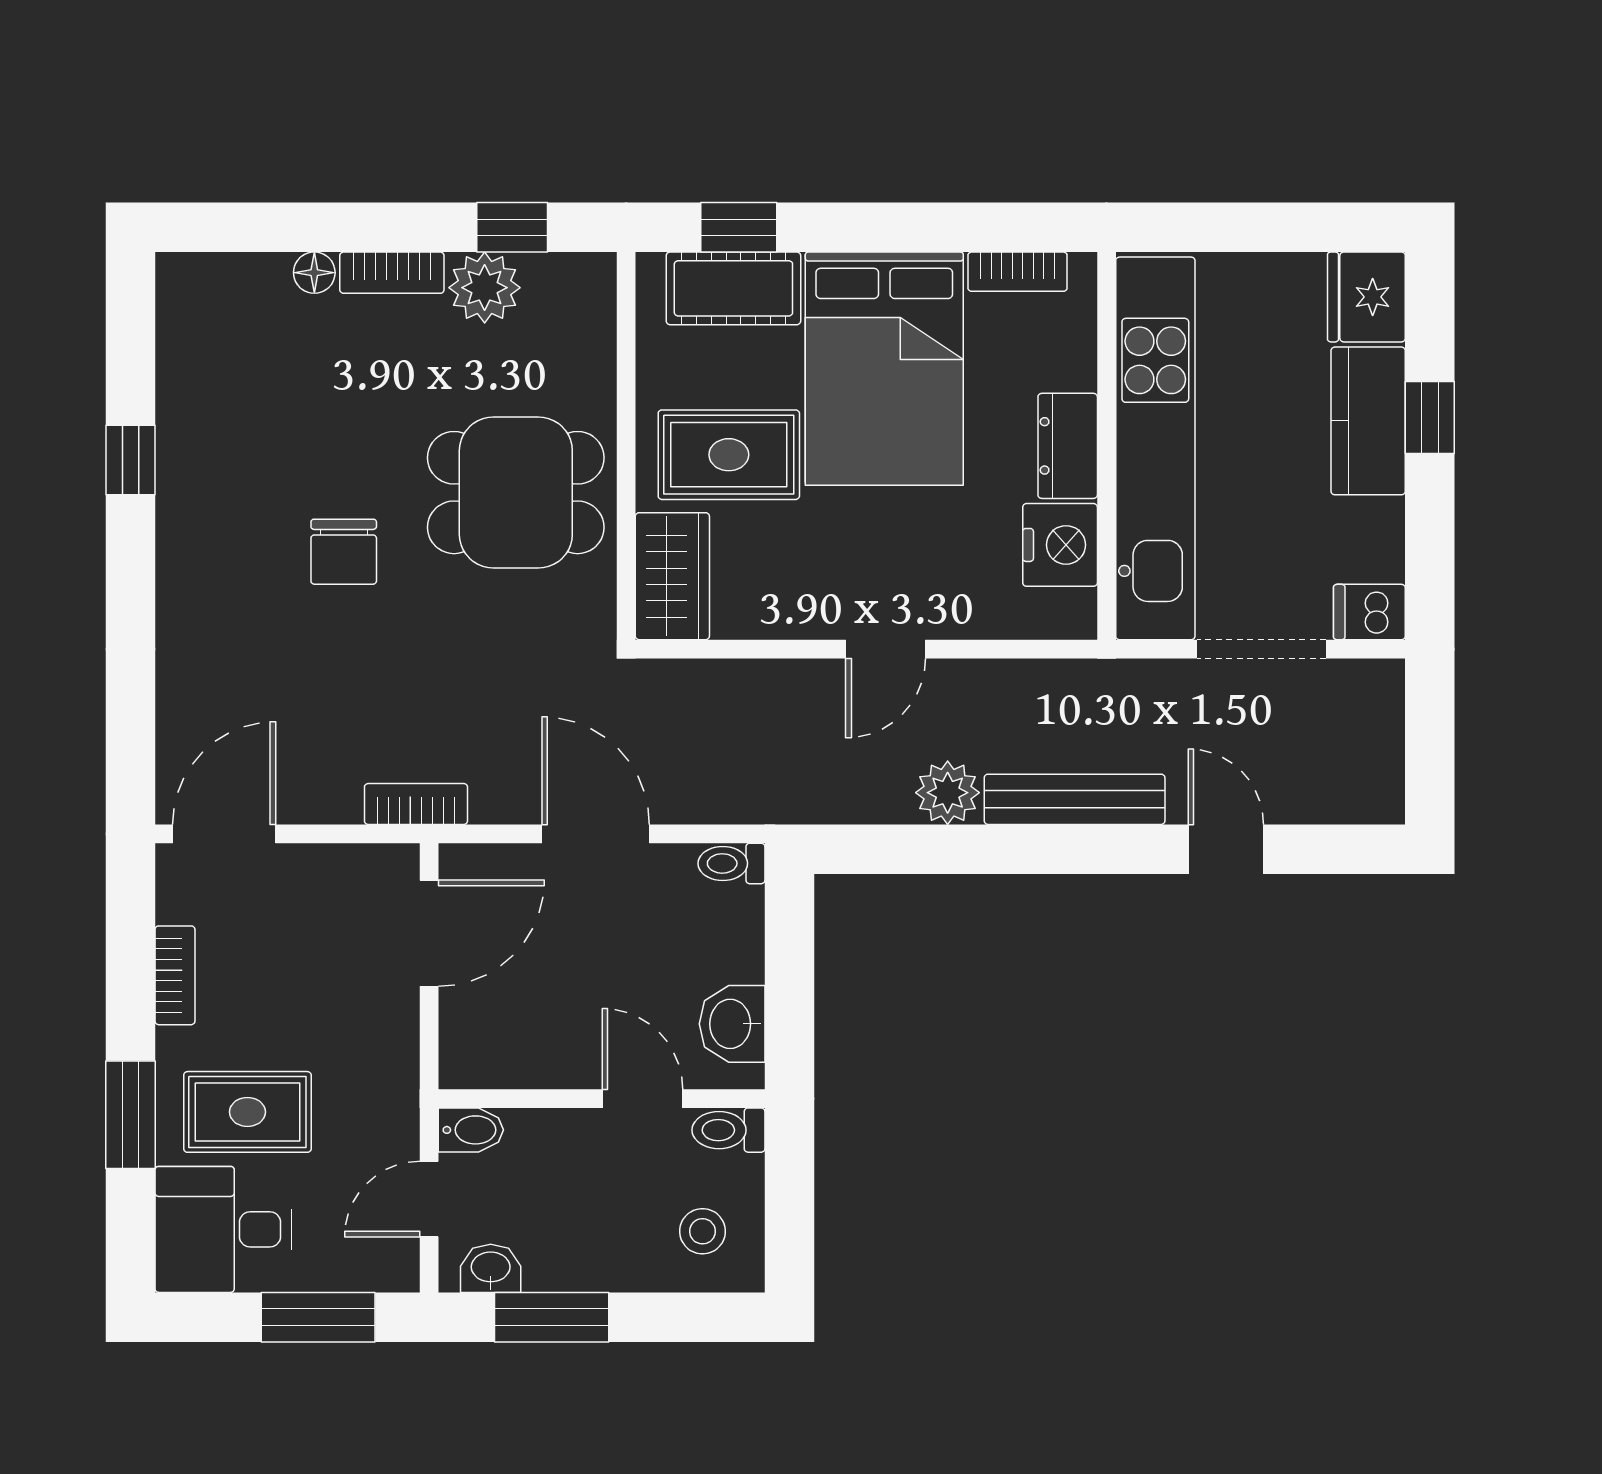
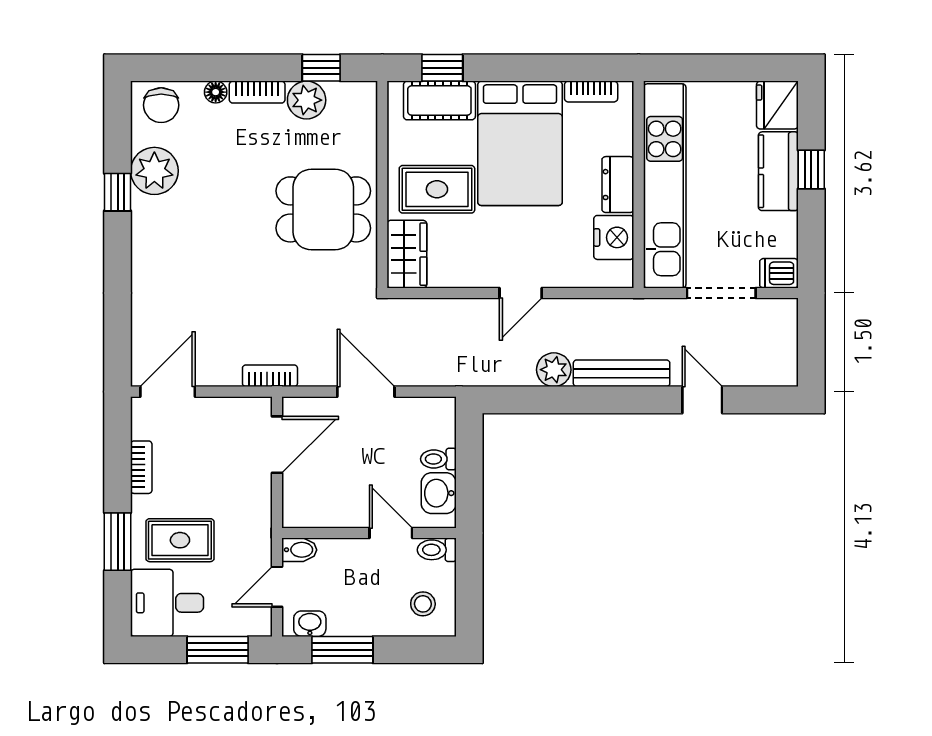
plant: (200, 420) -> (154, 171), added
chair: (344, 552) -> (161, 105), moved
toilet: (731, 863) -> (438, 459), moved

